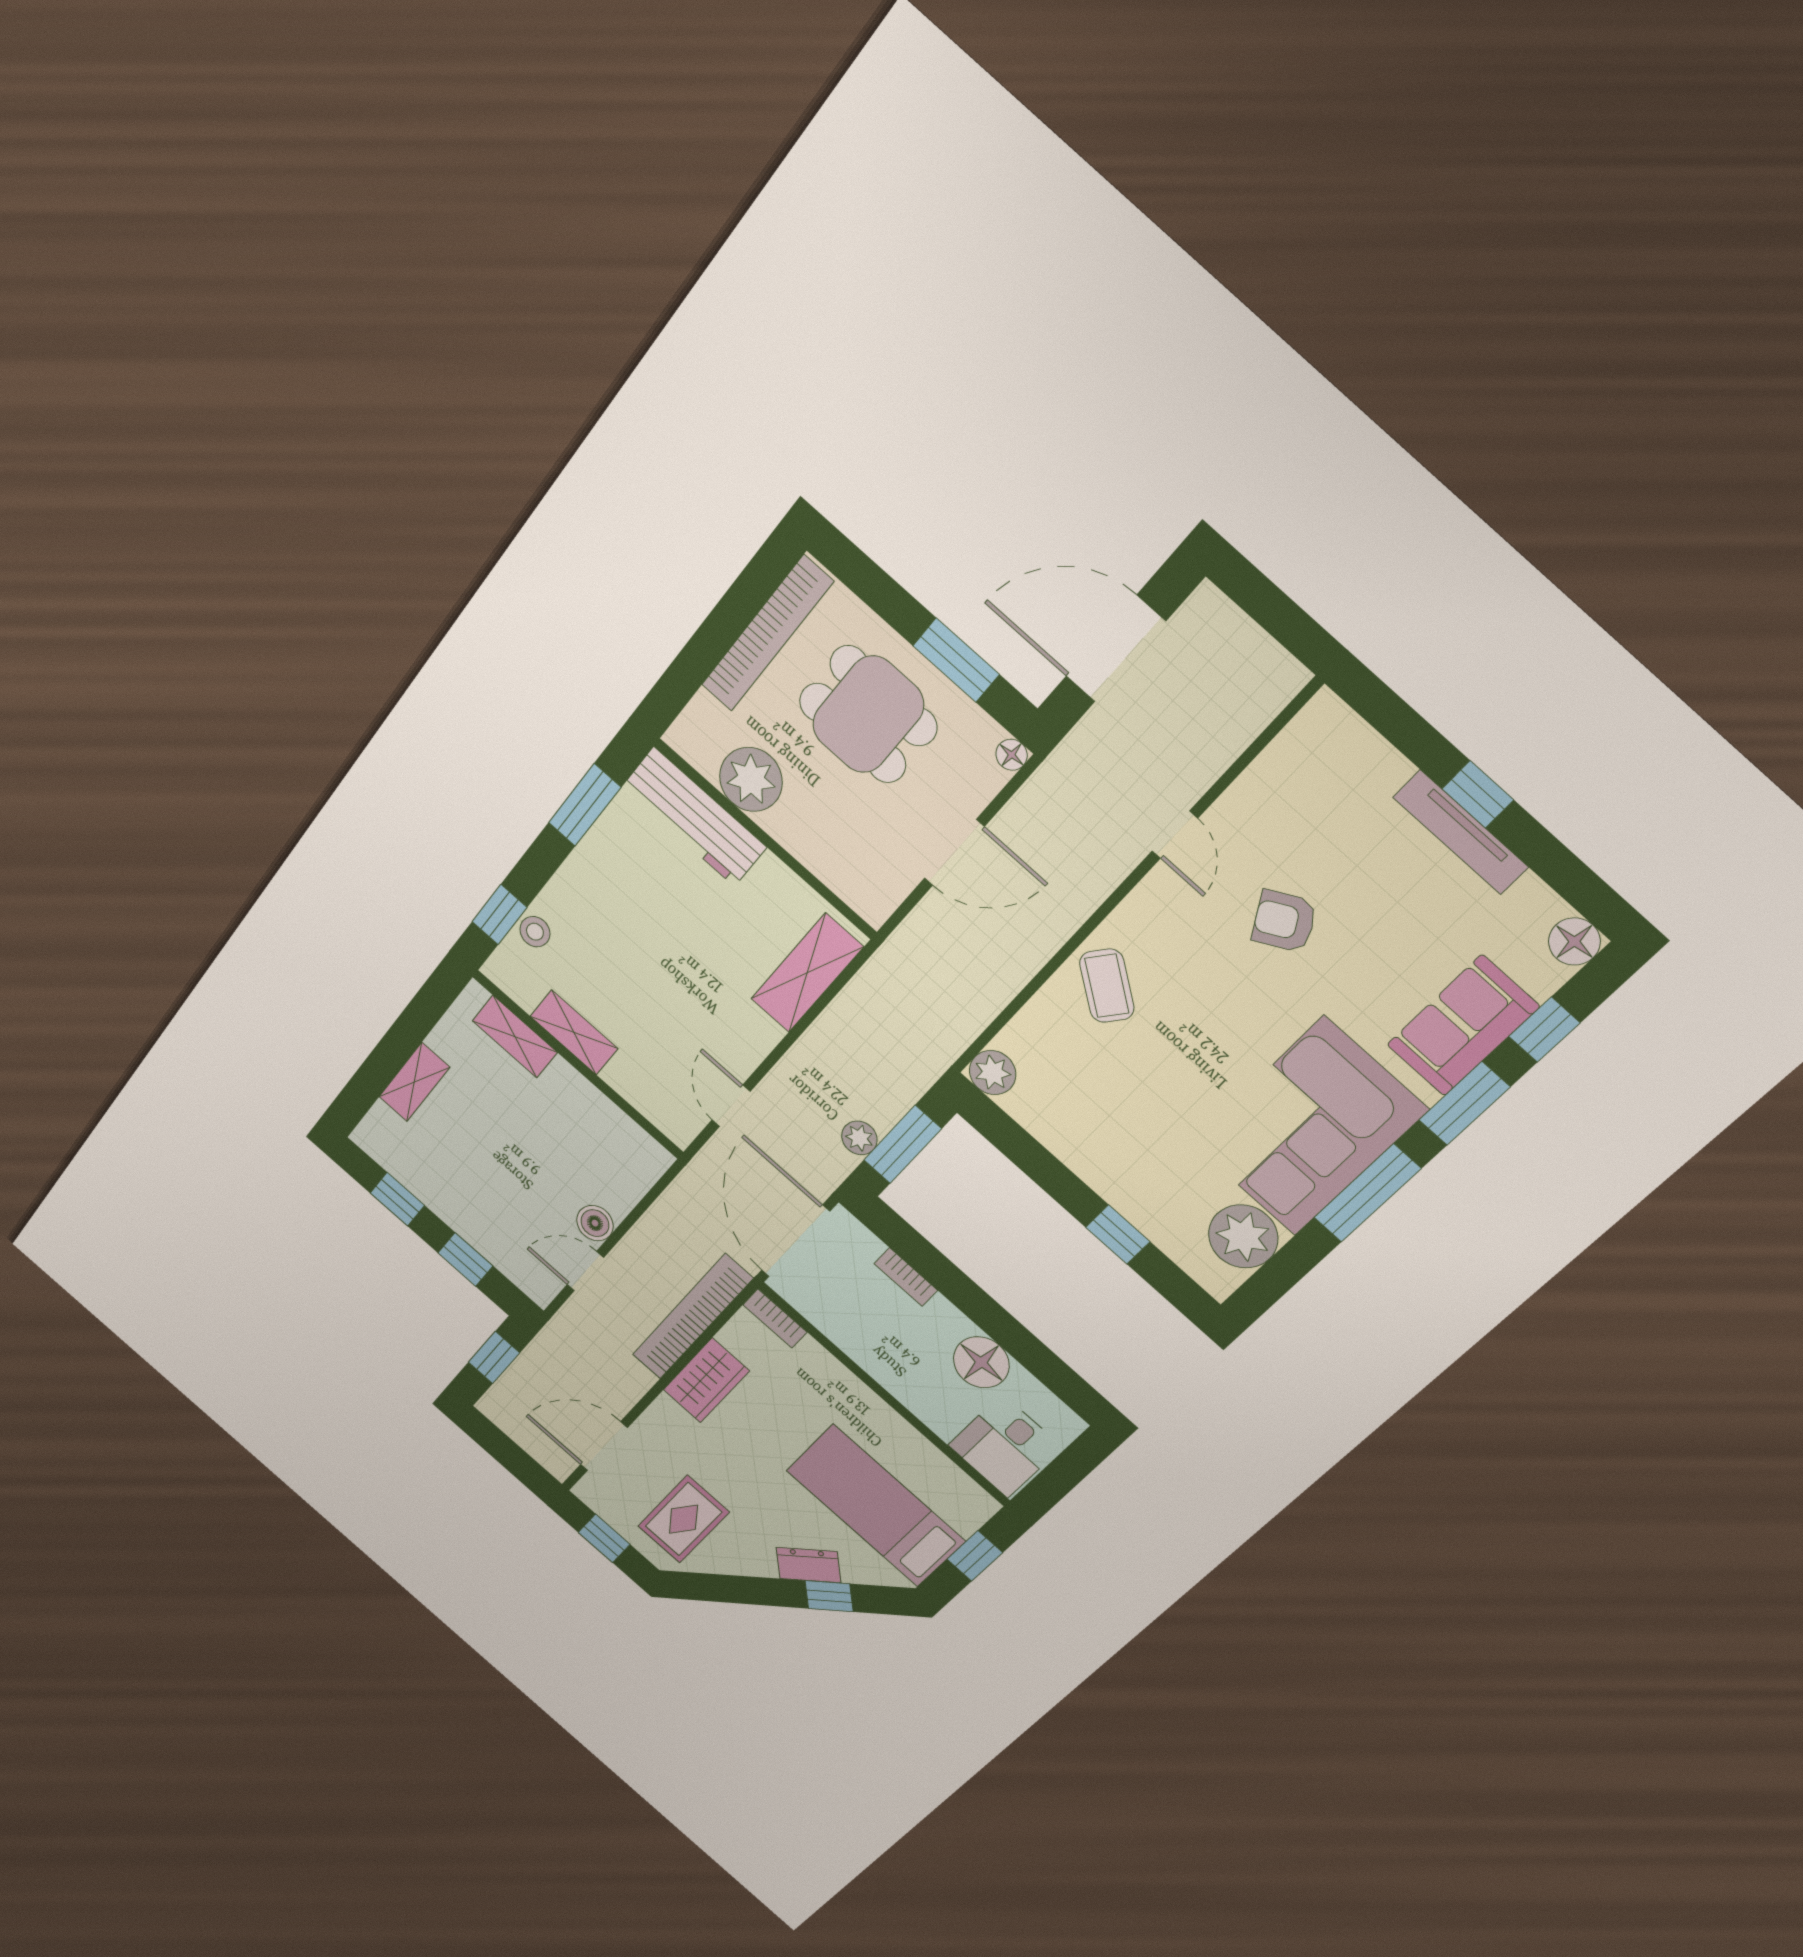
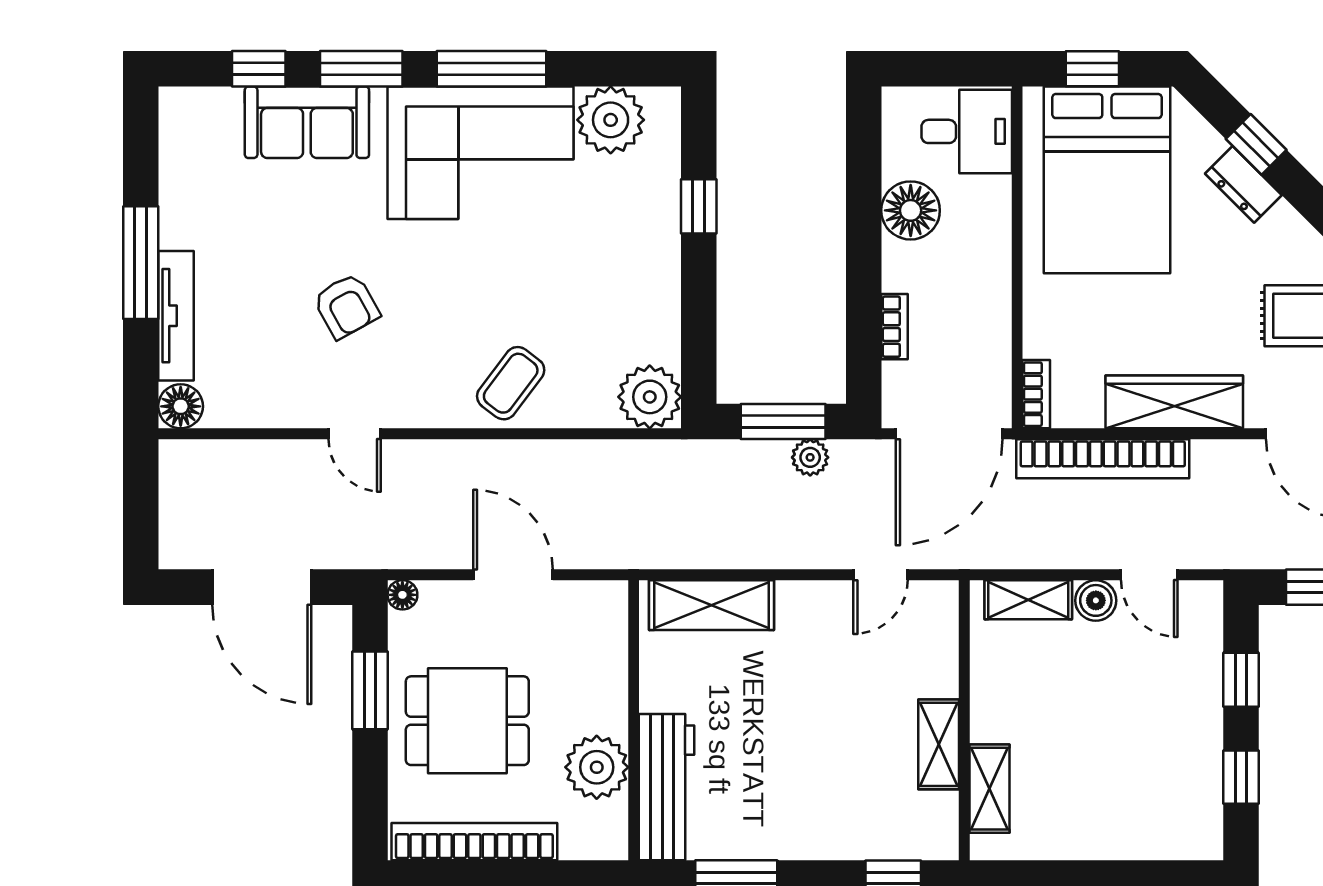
dining table: (868, 714) -> (467, 721), turned 90
window: (1478, 794) -> (141, 263), width x2.17
tv unit: (1461, 832) -> (176, 316), moved
door: (1175, 835) -> (355, 434), swing flipped
stool: (535, 932) -> (881, 839), removed
floor lamp: (1574, 941) -> (181, 406), moved
plant: (993, 1073) -> (650, 397), width x1.36, depth x1.36
shelving: (414, 1082) -> (1028, 600), moved
wardrobe: (706, 1380) -> (1174, 402), width x1.50
bed: (876, 1506) -> (1107, 180), width x1.50

